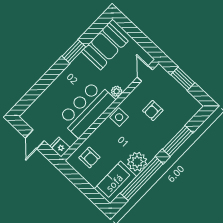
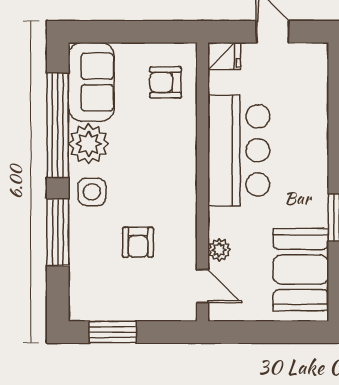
window: (183, 79) -> (113, 332), moved
plant: (117, 91) -> (219, 250), moved
armchair: (153, 111) -> (138, 242), turned 180
side table: (119, 117) -> (92, 192), moved

